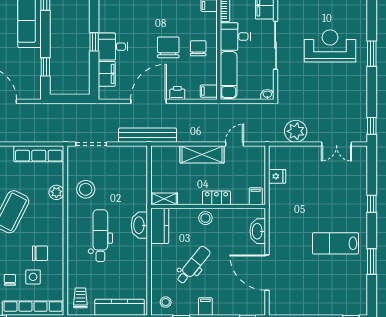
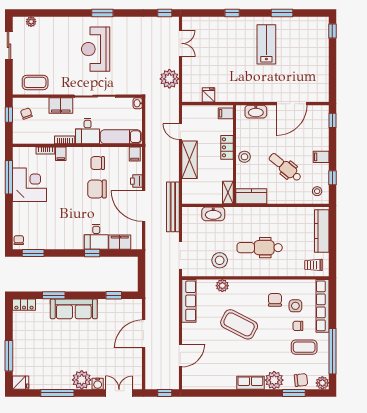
washbasin: (139, 225) -> (213, 214), moved
lab bench: (335, 243) -> (266, 44), turned 180

